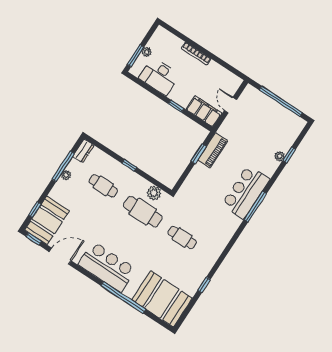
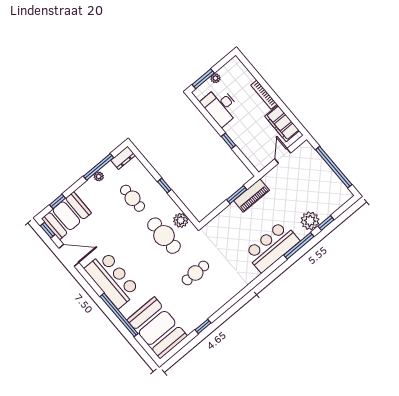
filing cabinet: (204, 111) -> (282, 123), moved, turned 180
plant: (279, 156) -> (310, 221), width x1.87, depth x1.87
window: (255, 207) -> (299, 246), moved
cafe table: (182, 237) -> (195, 273), turned 90

